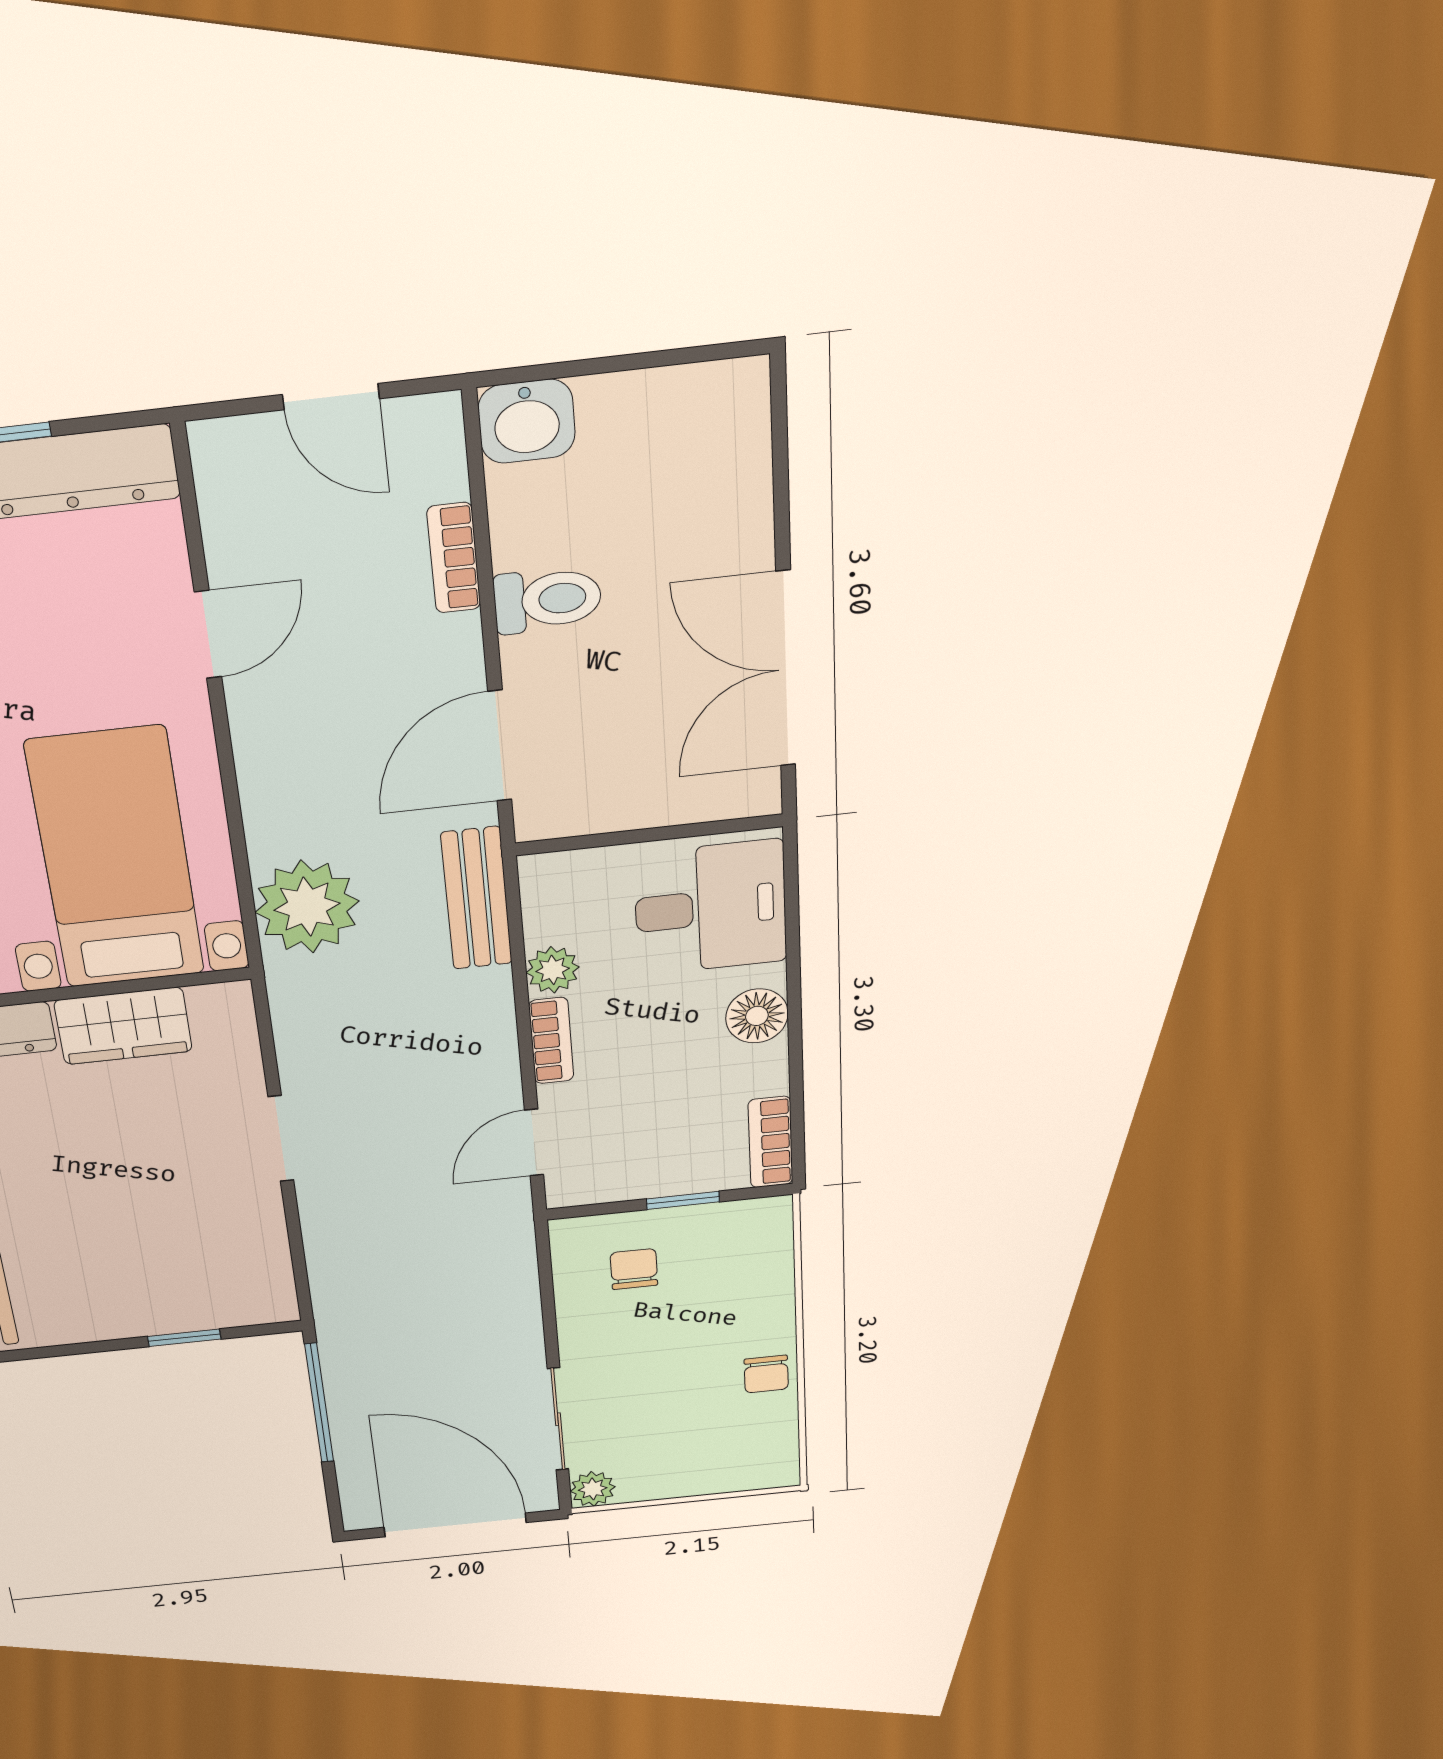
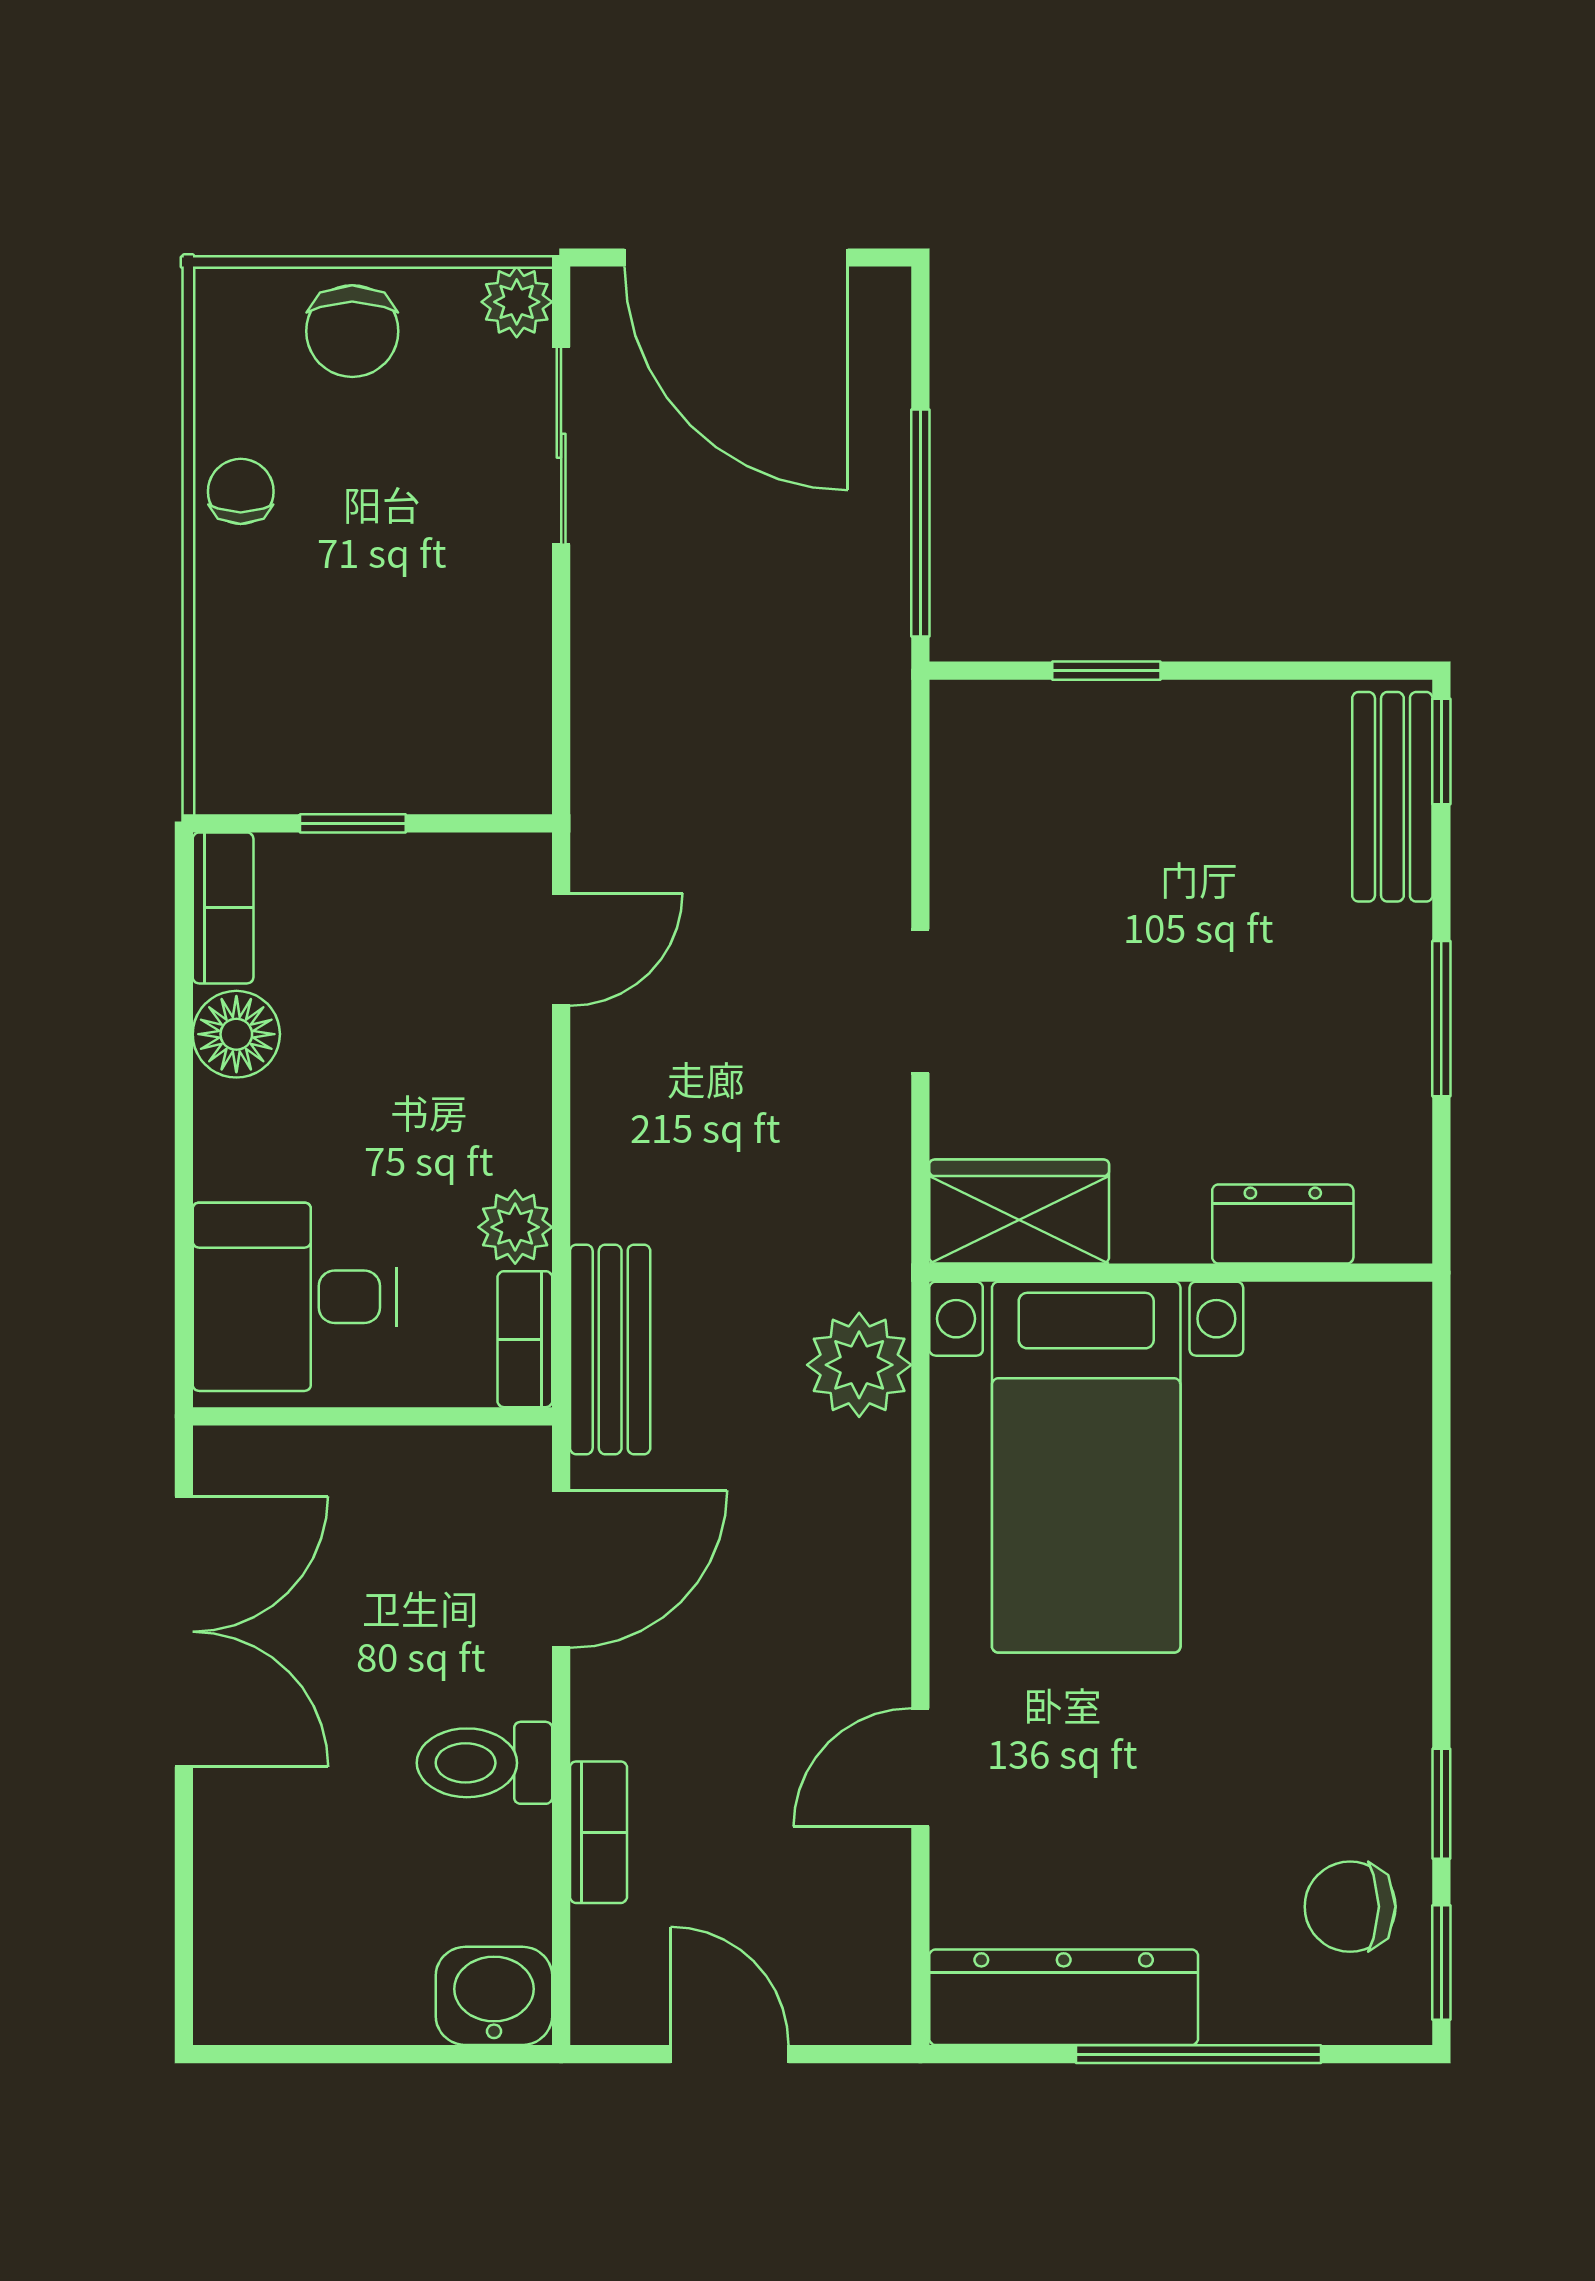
plant: (307, 907) -> (859, 1365), width x0.73, depth x0.73
floor lamp: (757, 1016) -> (236, 1034), moved
wardrobe: (123, 1026) -> (1019, 1212), moved
bookcase: (551, 1041) -> (525, 1339), moved
chair: (634, 1269) -> (352, 331), moved, width x1.37, depth x1.37

